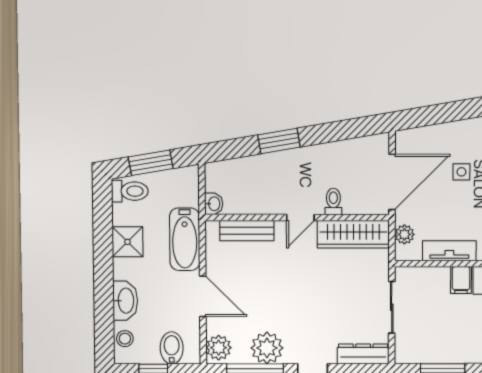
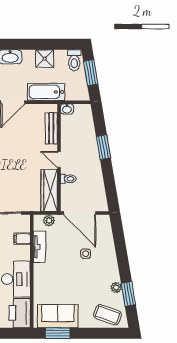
filing cabinet: (461, 280) -> (22, 239), moved

